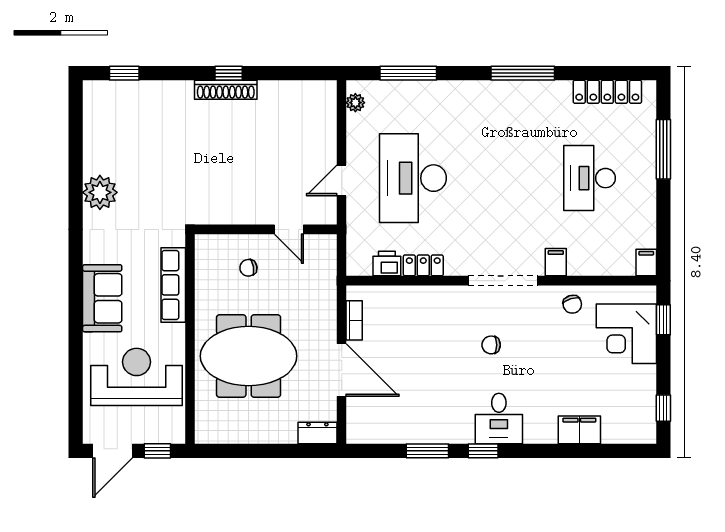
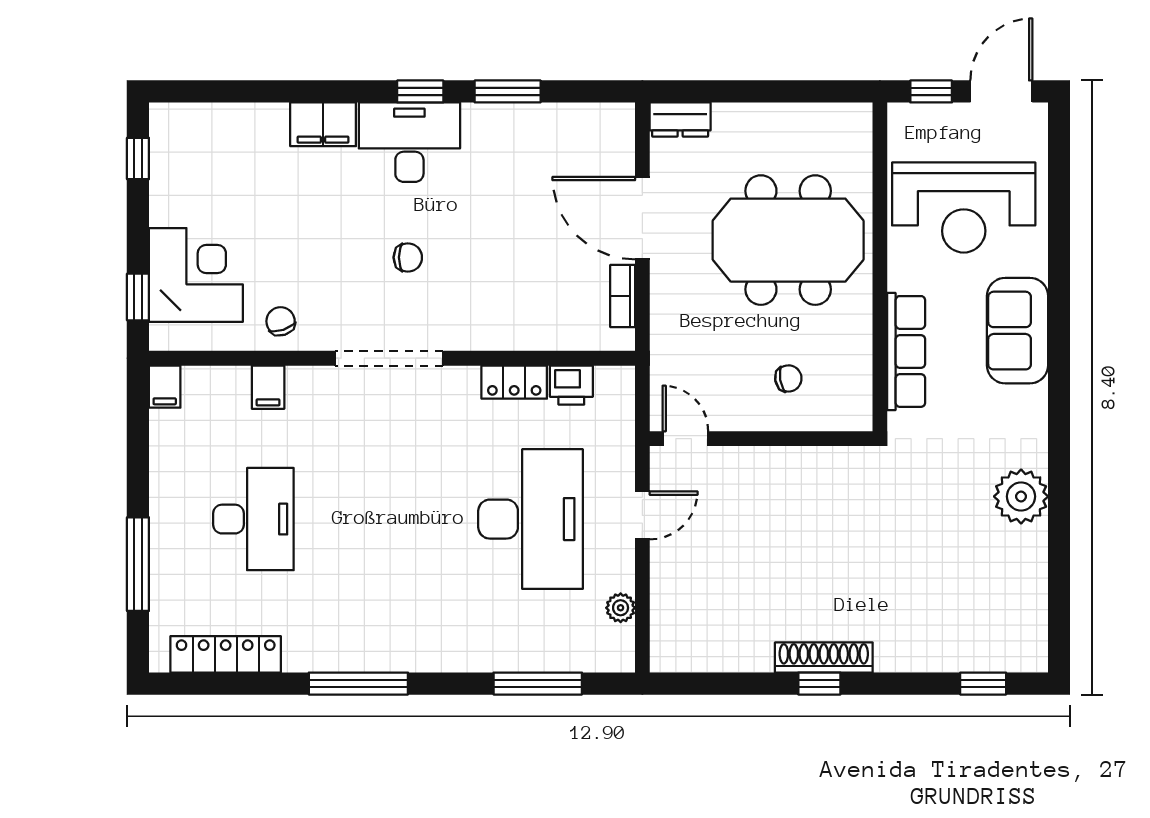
plant: (355, 103) -> (621, 608), moved
door: (289, 229) -> (685, 439), moved
filing cabinet: (556, 262) -> (268, 387), moved
desk: (499, 419) -> (409, 142), width x1.37
filing cabinet: (579, 430) -> (323, 124), moved

